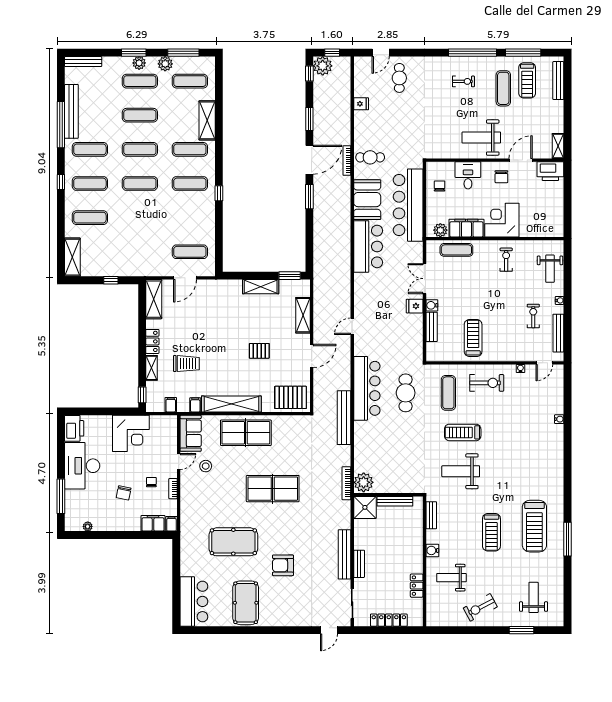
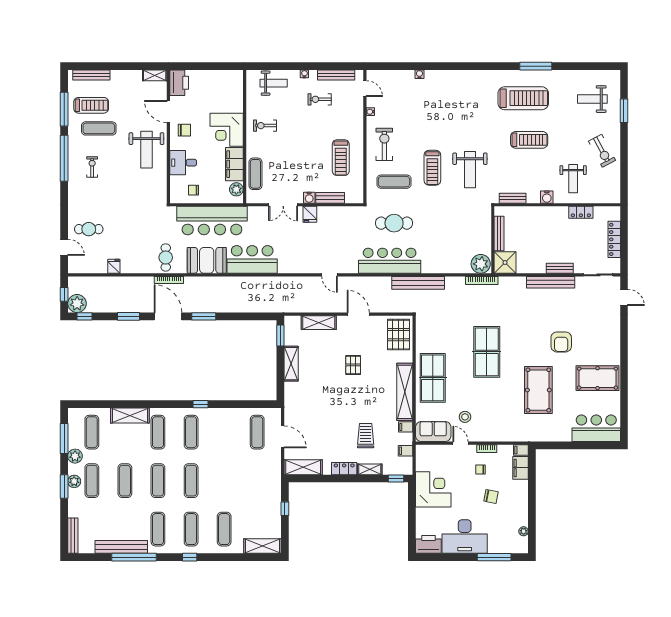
treadmill: (473, 338) -> (341, 158), turned -90

